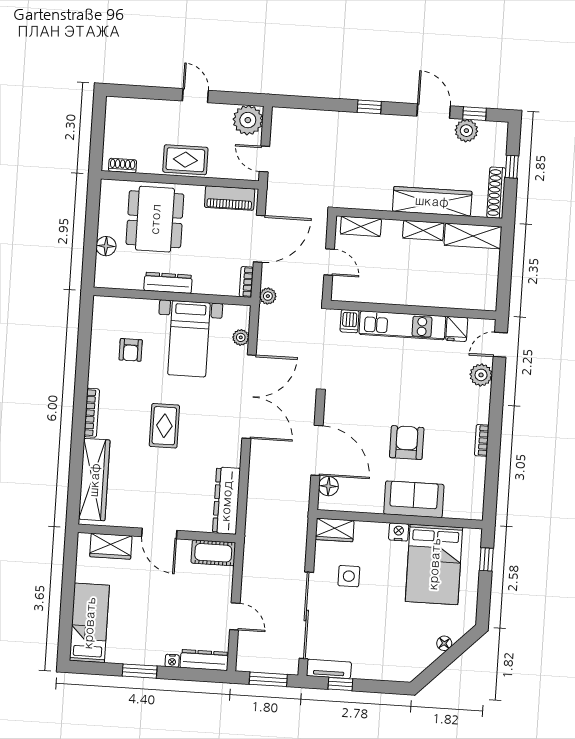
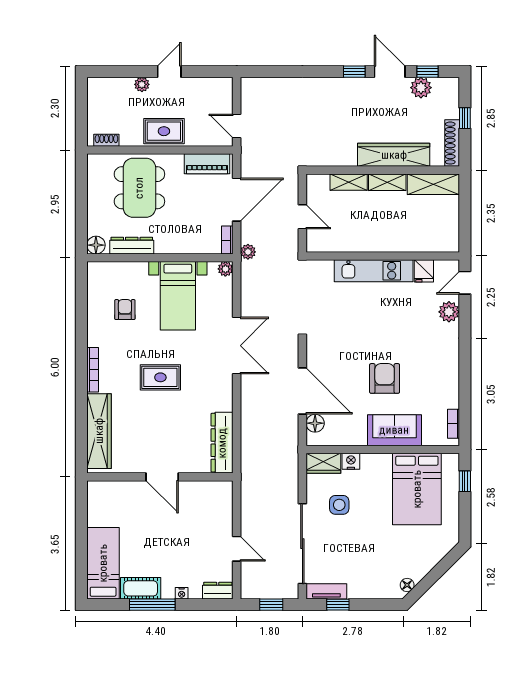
door: (195, 96) -> (169, 72), hinge flipped
window: (369, 107) -> (354, 72), moved
plant: (248, 120) -> (142, 84), moved, width x0.53, depth x0.53
shelving: (361, 226) -> (349, 182), moved
floor lamp: (106, 246) -> (96, 245), moved
dresser: (168, 283) -> (132, 246), moved
dishwasher: (350, 321) -> (325, 270), removed
plant: (241, 337) -> (225, 269), moved
armchair: (131, 350) -> (125, 310), turned 180
double door: (249, 397) -> (237, 346), width x0.73
rug: (164, 426) -> (160, 377), turned 90
bookcase: (482, 440) -> (454, 424), moved
nightstand: (399, 532) -> (351, 461), moved
wardrobe: (111, 546) -> (118, 491), removed
cot: (213, 553) -> (141, 588), moved
floor lamp: (444, 643) -> (407, 585), moved
dresser: (204, 660) -> (218, 591), width x0.70
window: (140, 671) -> (152, 605), width x1.44
window: (268, 679) -> (271, 605), width x0.67

